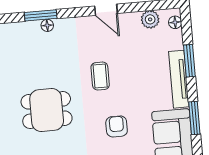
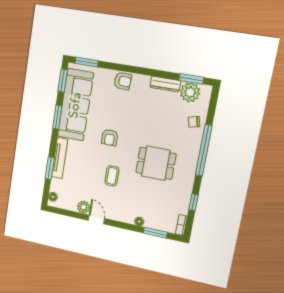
window: (41, 15) -> (155, 233), moved
plant: (150, 19) -> (84, 207), moved
window: (194, 118) -> (57, 117), moved

